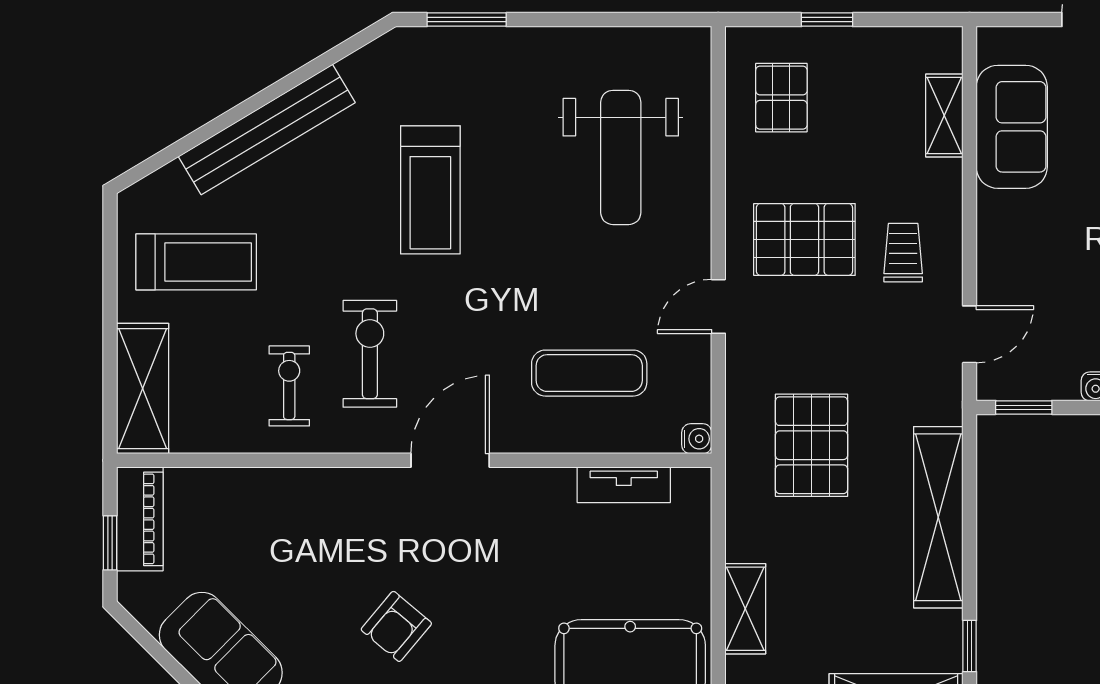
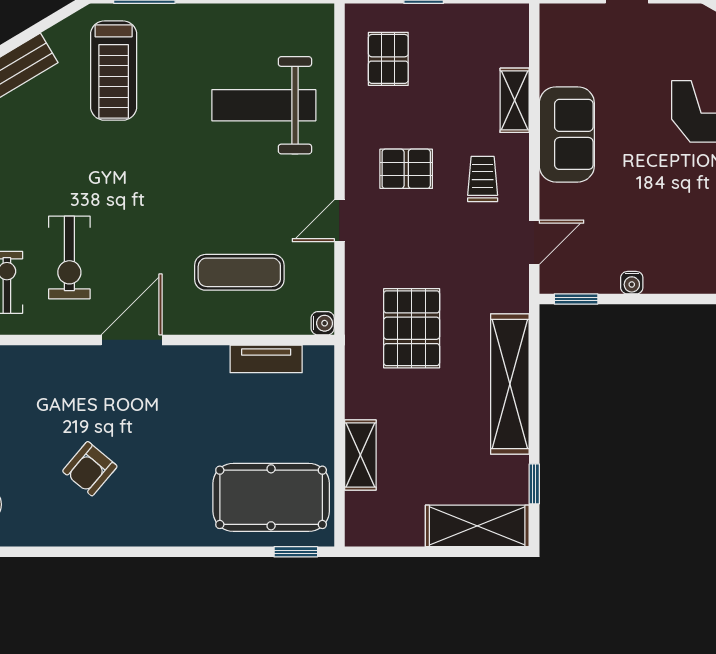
shelving: (944, 116) -> (515, 100), moved
sofa: (1012, 127) -> (567, 134), moved
weight bench: (621, 157) -> (264, 105), turned 90
treadmill: (430, 190) -> (114, 71), moved
pallet: (804, 239) -> (406, 169), width x0.67, depth x0.71
exercise bike: (370, 354) -> (69, 257), turned 180

